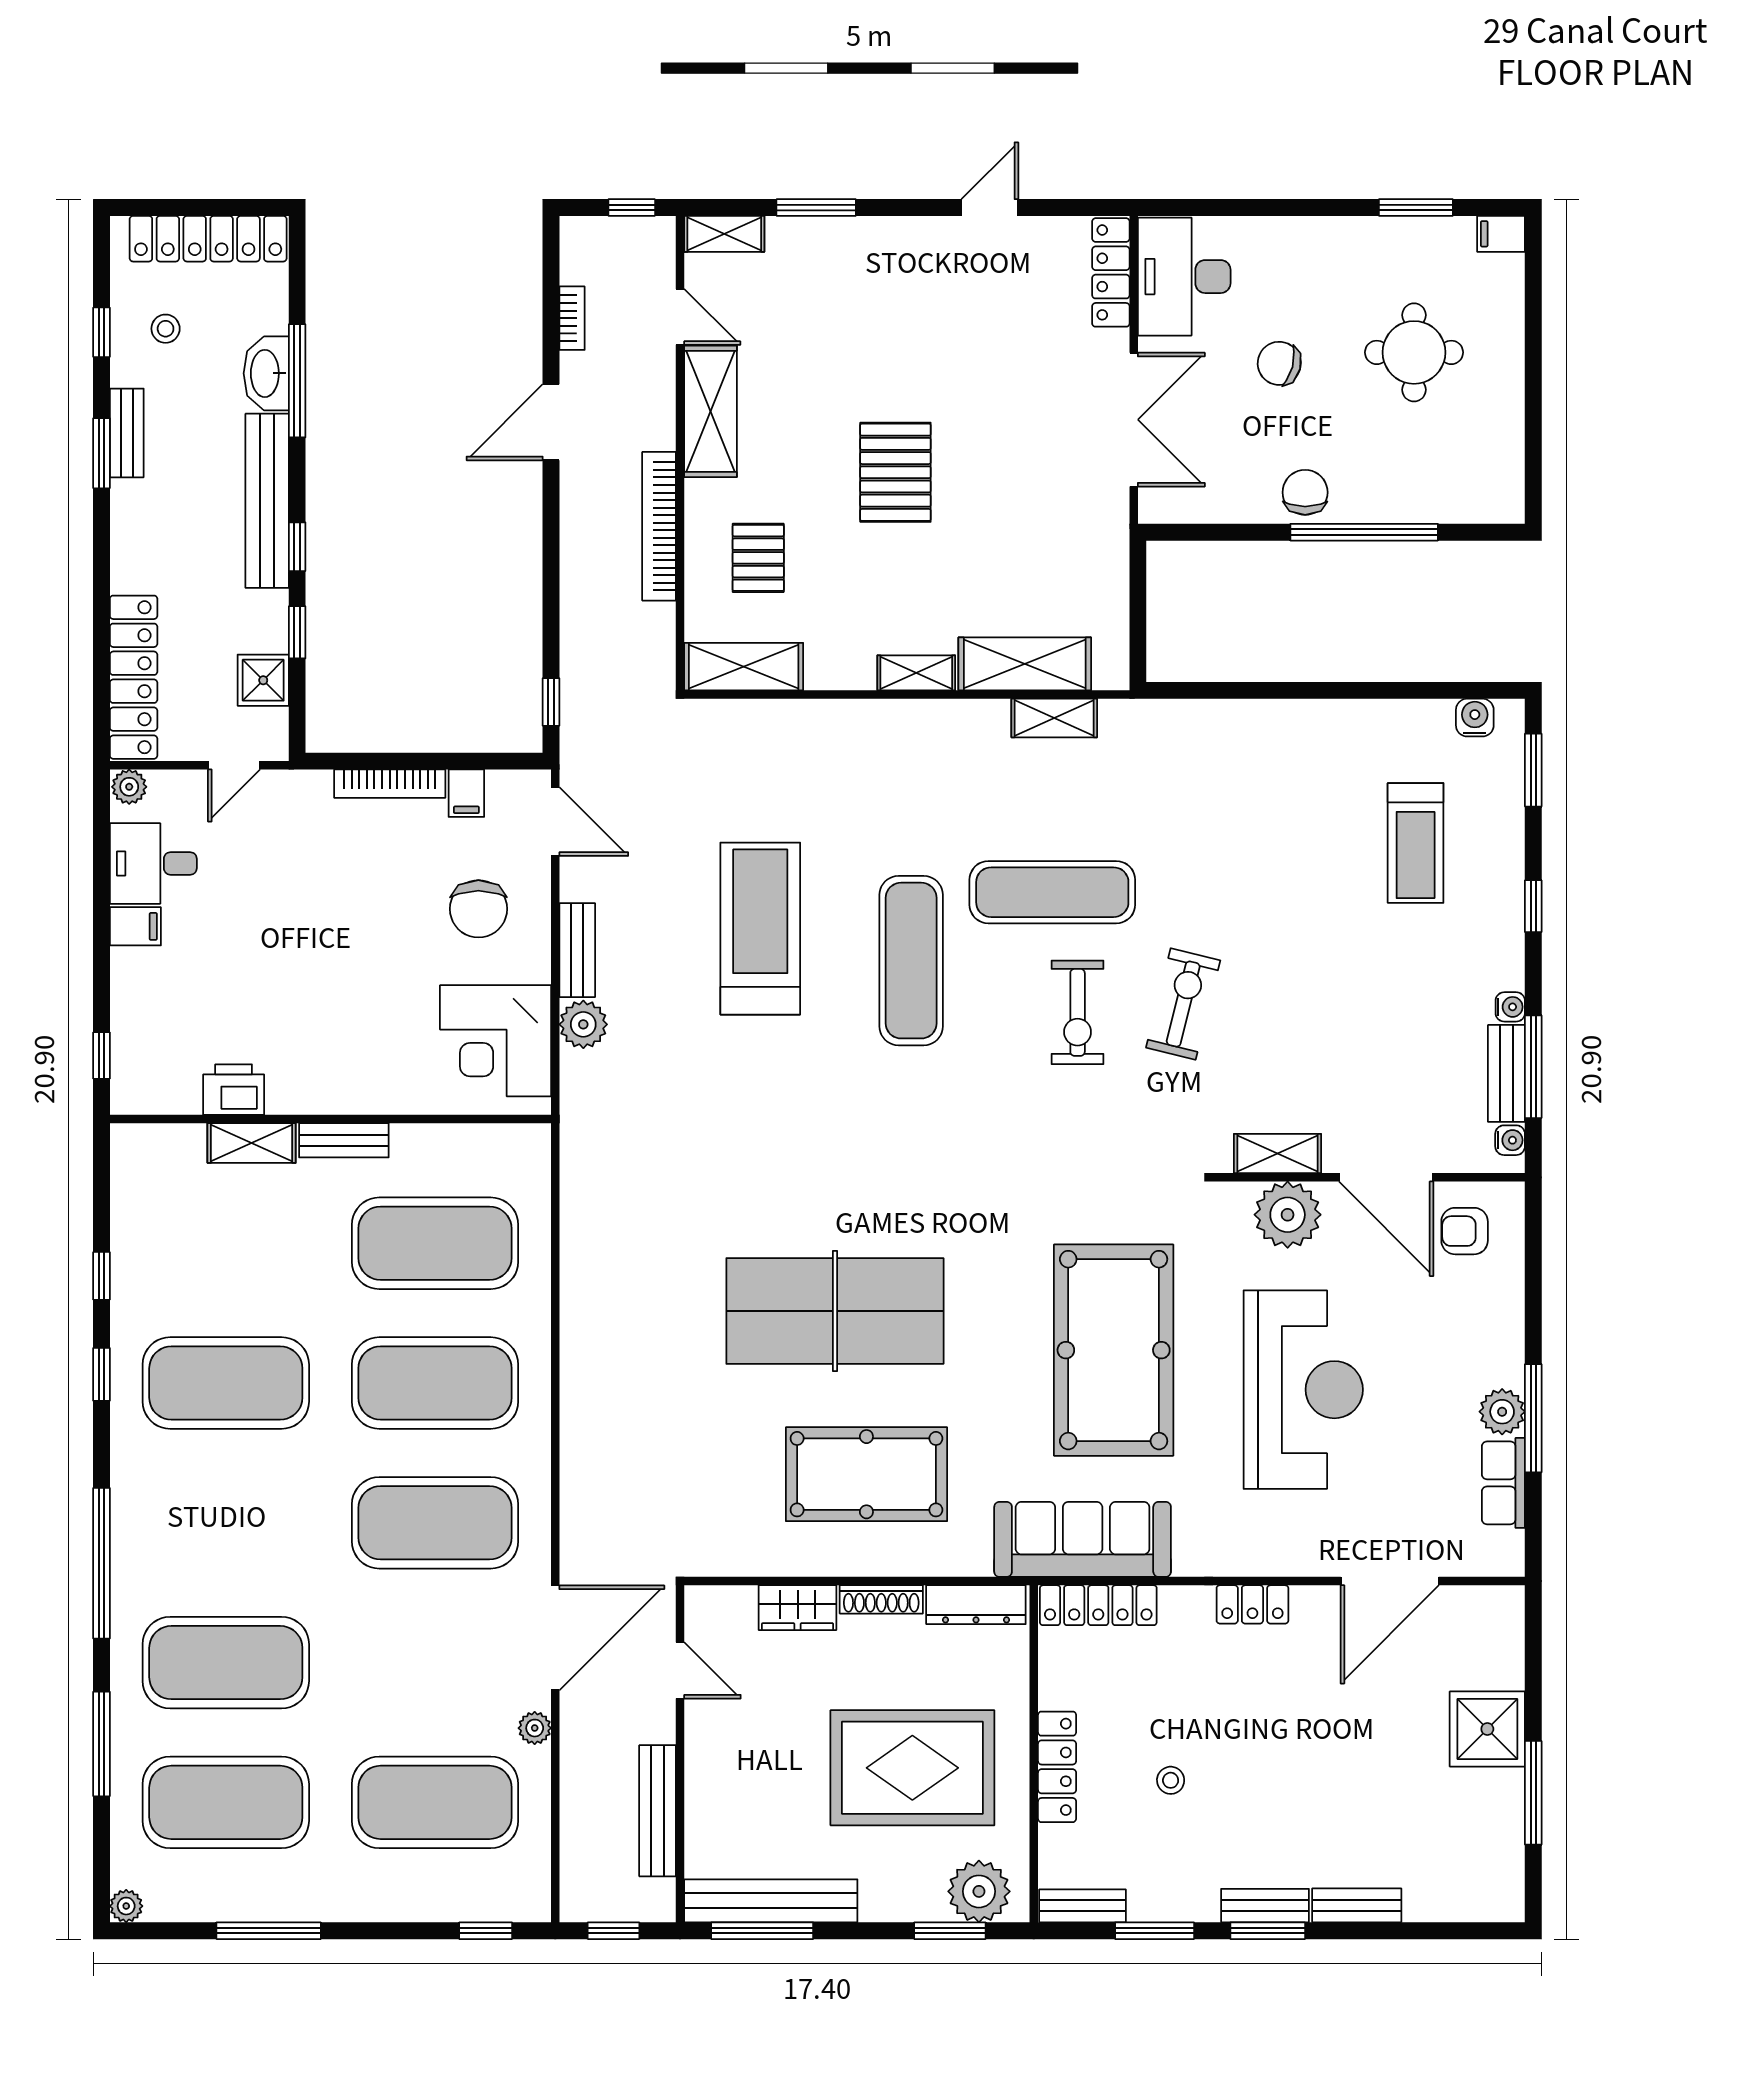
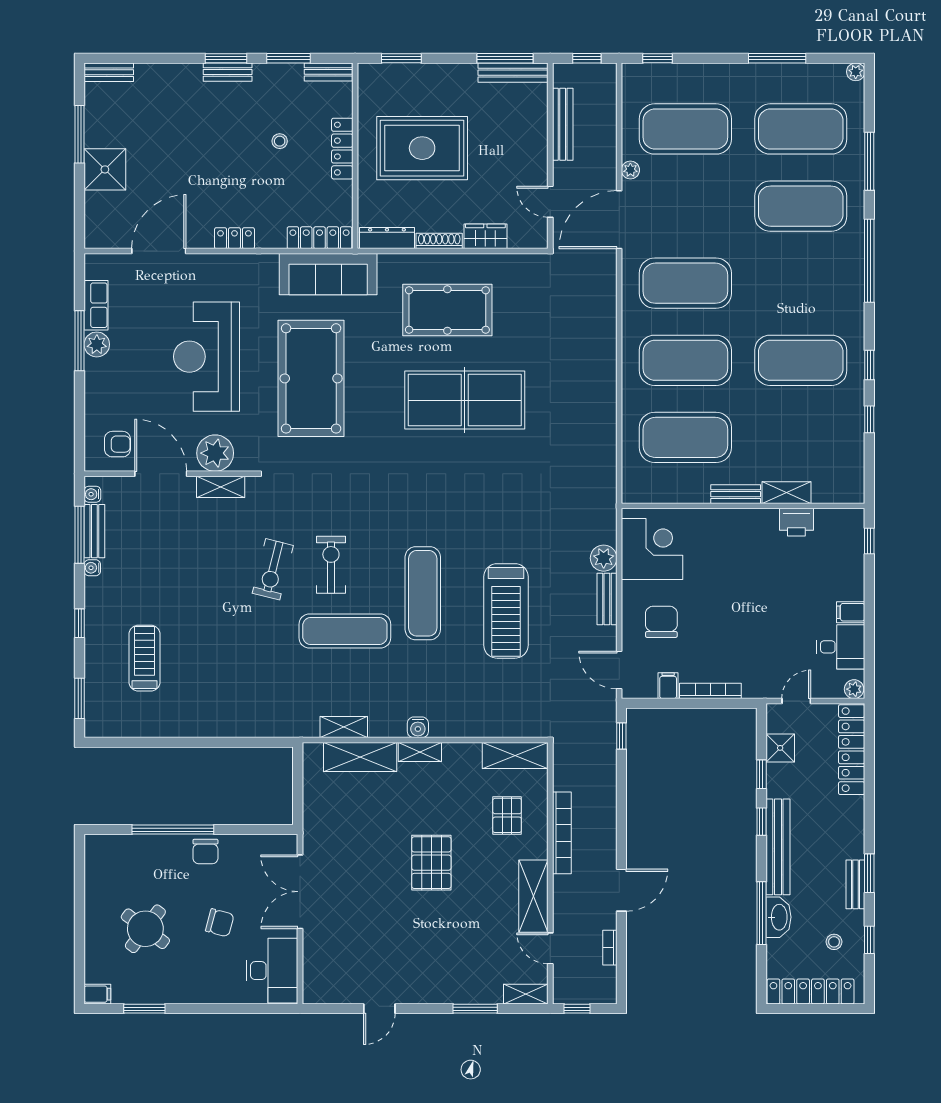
locker: (1111, 272) -> (313, 973), removed
round table: (1414, 352) -> (145, 929), turned 37
water cooler: (1475, 718) -> (418, 727), moved
plant: (979, 1891) -> (385, 80), removed
bench: (771, 1901) -> (513, 73), width x0.73, depth x0.82
bench: (1357, 1905) -> (109, 72), moved

